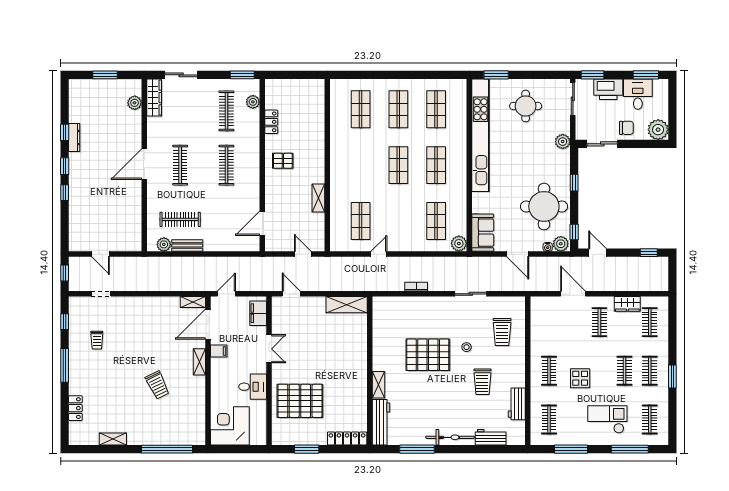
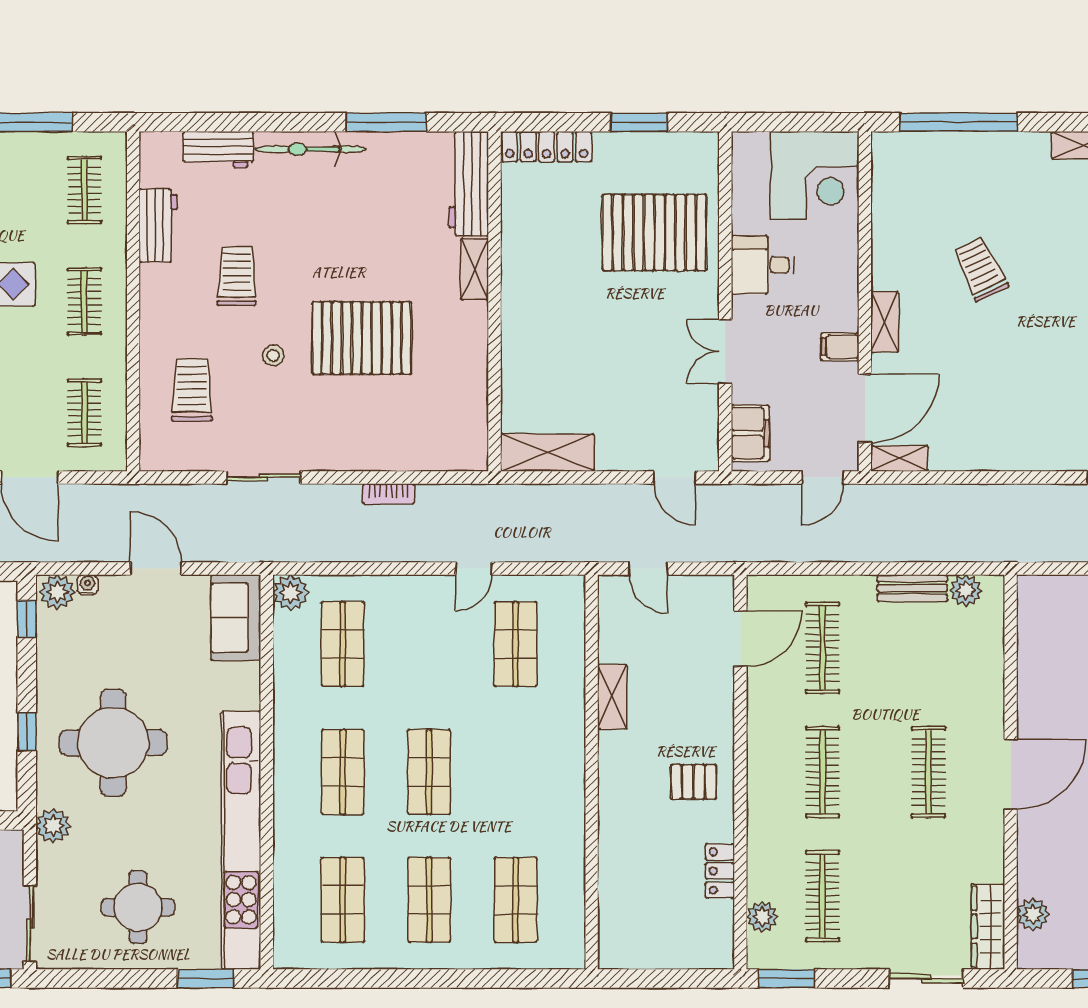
round table: (544, 206) -> (113, 743), moved
clothes rail: (180, 219) -> (823, 648), moved, turned 90
clothes rail: (549, 322) -> (84, 413), added

